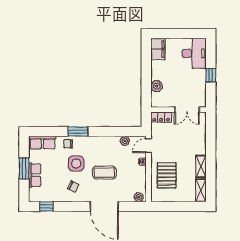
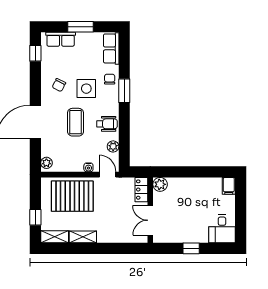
filing cabinet: (158, 49) -> (229, 186), width x0.50
desk: (194, 53) -> (222, 229), width x0.73
plant: (157, 86) -> (160, 184), moved
wheelchair: (106, 146) -> (107, 124), added
row of seats: (35, 175) -> (61, 39), moved
pallet: (167, 175) -> (72, 196), width x1.37, depth x1.41
window: (185, 206) -> (35, 217), added

